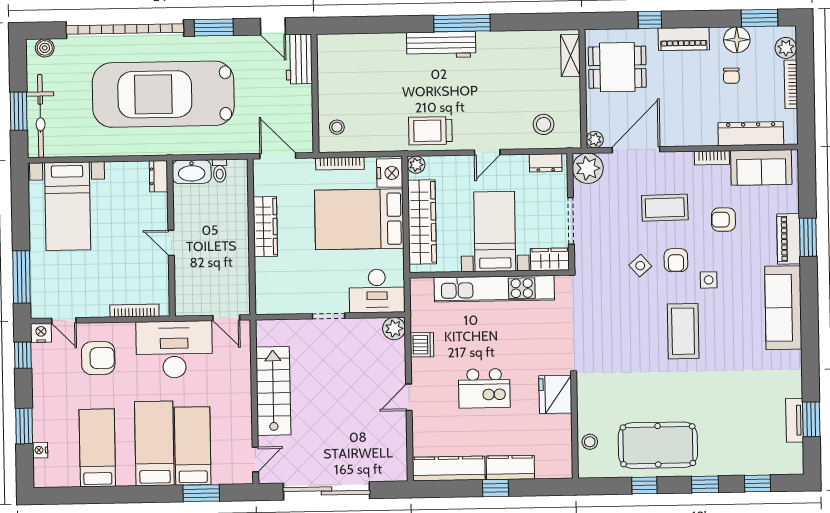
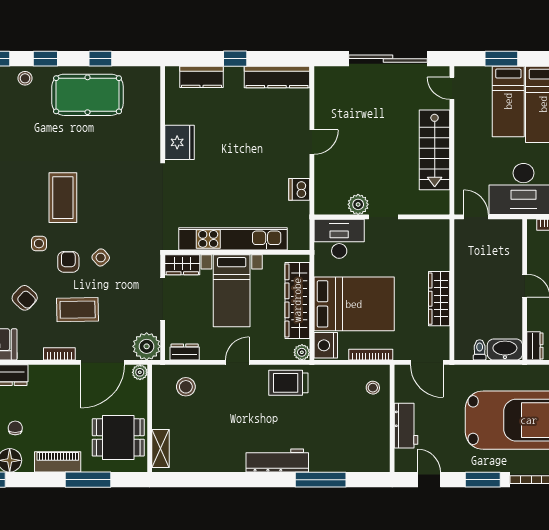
window: (650, 20) -> (88, 480), width x2.17
window: (462, 23) -> (321, 480), moved
workbench: (299, 59) -> (406, 426), moved
trolley: (430, 131) -> (288, 383), turned 180
bookcase: (712, 158) -> (59, 354), moved
armchair: (723, 220) -> (25, 298), turned 43
plant: (394, 329) -> (358, 204), moved
kitchen island: (484, 388) -> (244, 149), removed
stool: (590, 442) -> (25, 78), moved
door: (255, 459) -> (452, 88), hinge flipped
kitchen counter: (510, 468) -> (201, 77), moved

